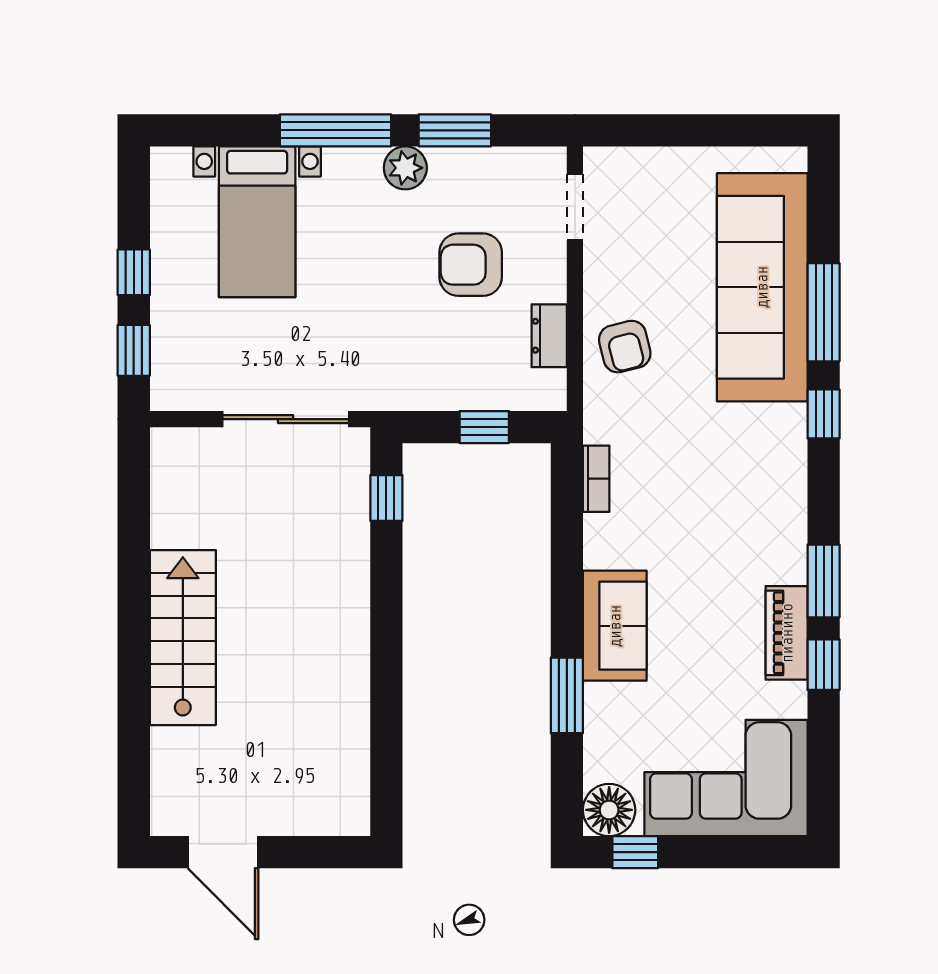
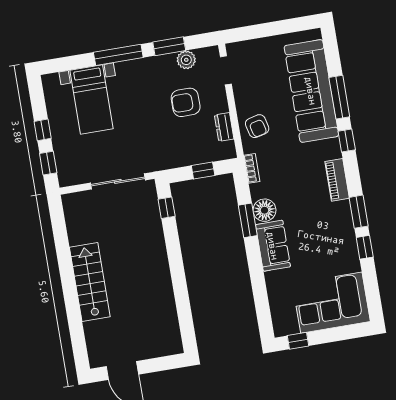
plant: (405, 168) -> (186, 60), moved
bookcase: (596, 479) -> (252, 168), moved
piano: (787, 633) -> (337, 180), moved
window: (567, 695) -> (248, 220), moved
floor lamp: (609, 810) -> (264, 210), moved

